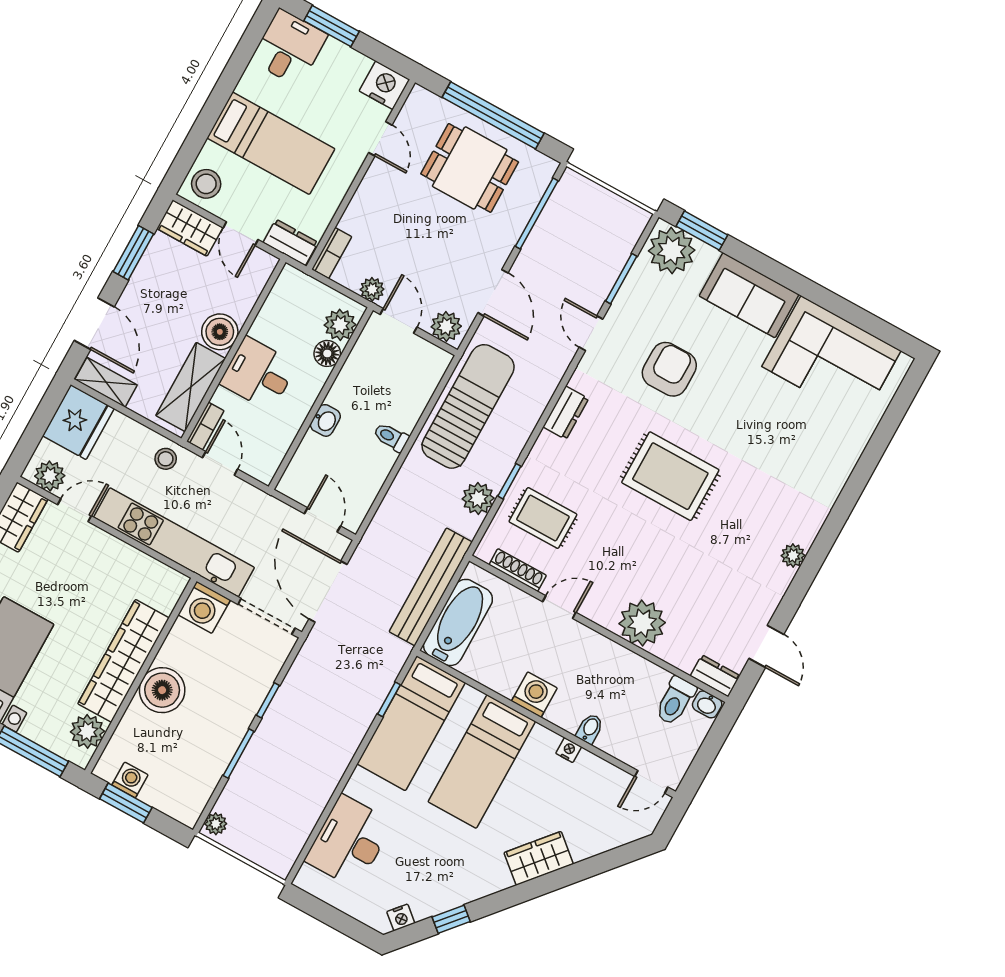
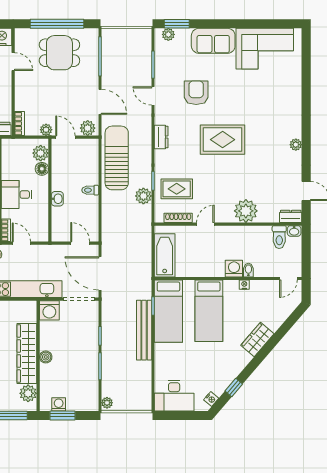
plant: (672, 251) -> (168, 34), width x0.53, depth x0.53
bench: (431, 587) -> (144, 330), moved
boiler: (162, 690) -> (46, 357), width x0.54, depth x0.54
washing machine: (534, 695) -> (234, 269), moved
desk: (349, 842) -> (174, 396), moved, turned -90

